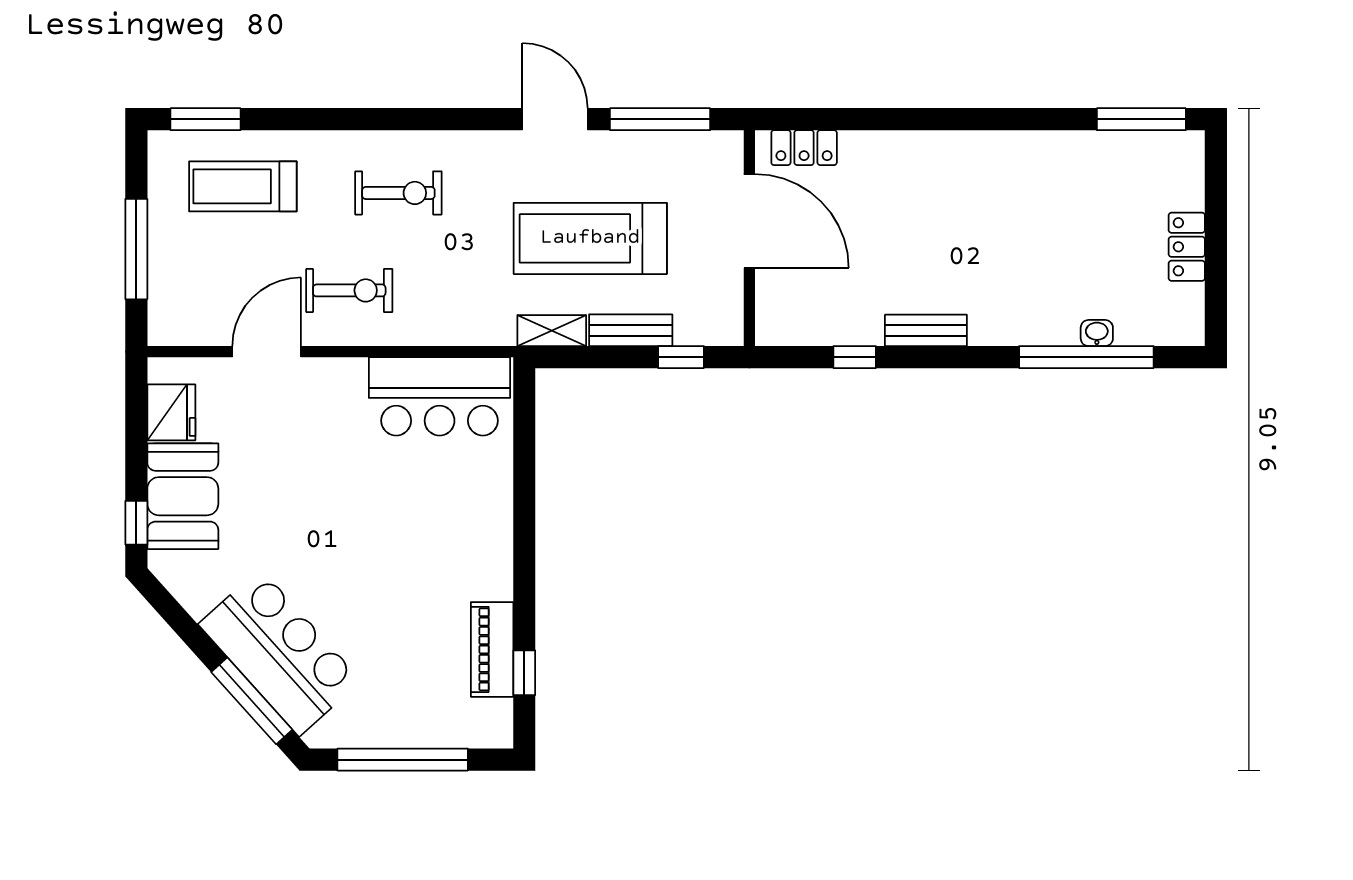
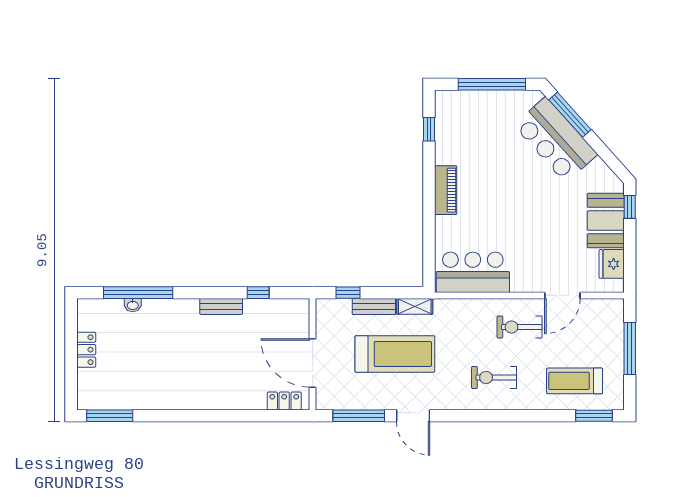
treadmill: (243, 186) -> (575, 381), turned 180
piano: (492, 649) -> (446, 190), moved

